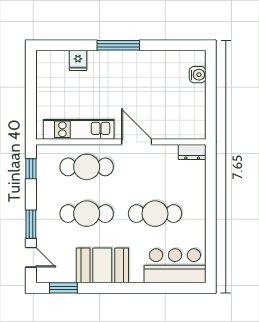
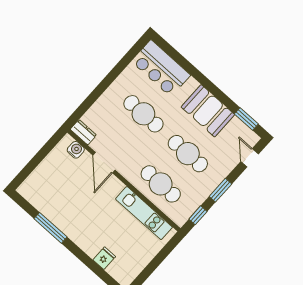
window: (118, 45) -> (50, 228), moved
water cooler: (198, 75) -> (76, 150), moved, turned 90
door: (137, 142) -> (104, 163), moved
window: (31, 224) -> (220, 190), moved

